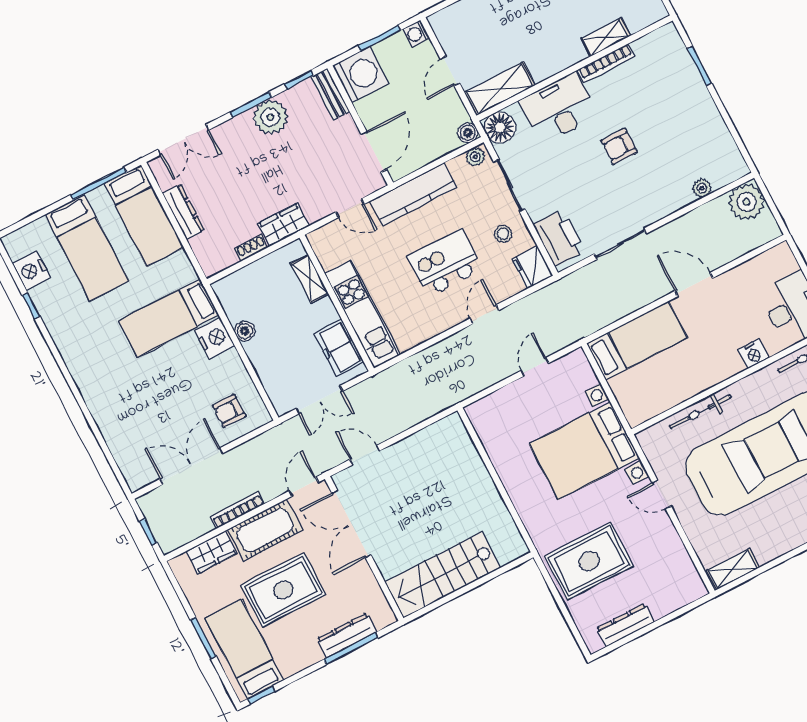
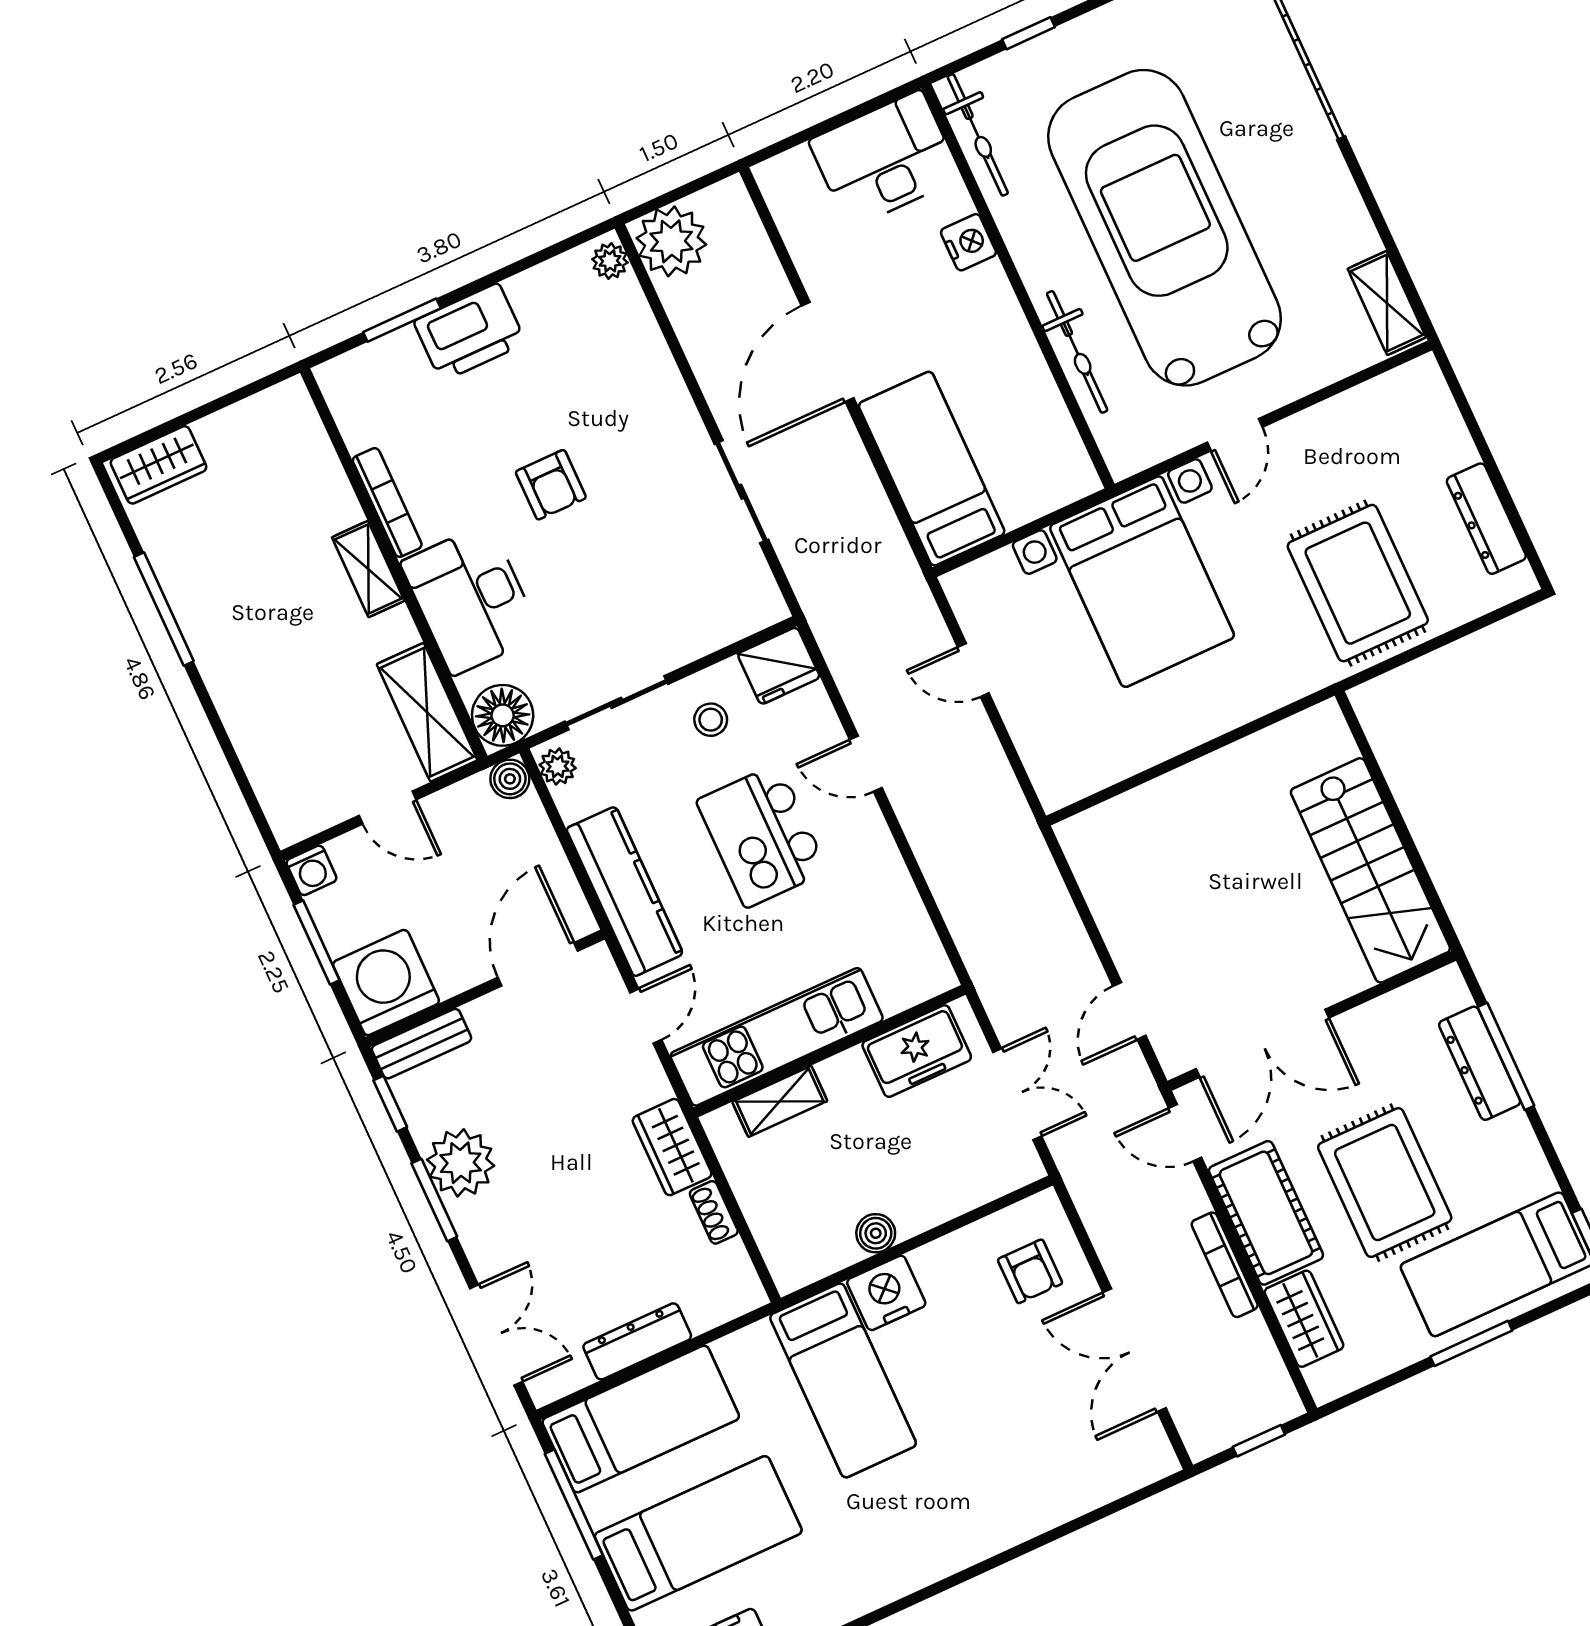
shelving: (606, 37) -> (368, 569), moved
door: (374, 152) -> (538, 964), hinge flipped
plant: (702, 188) -> (610, 261), moved
printer: (559, 238) -> (470, 332), moved, turned 180
door: (694, 285) -> (828, 352), width x1.36
kitchen unit: (363, 314) -> (777, 1037), moved

